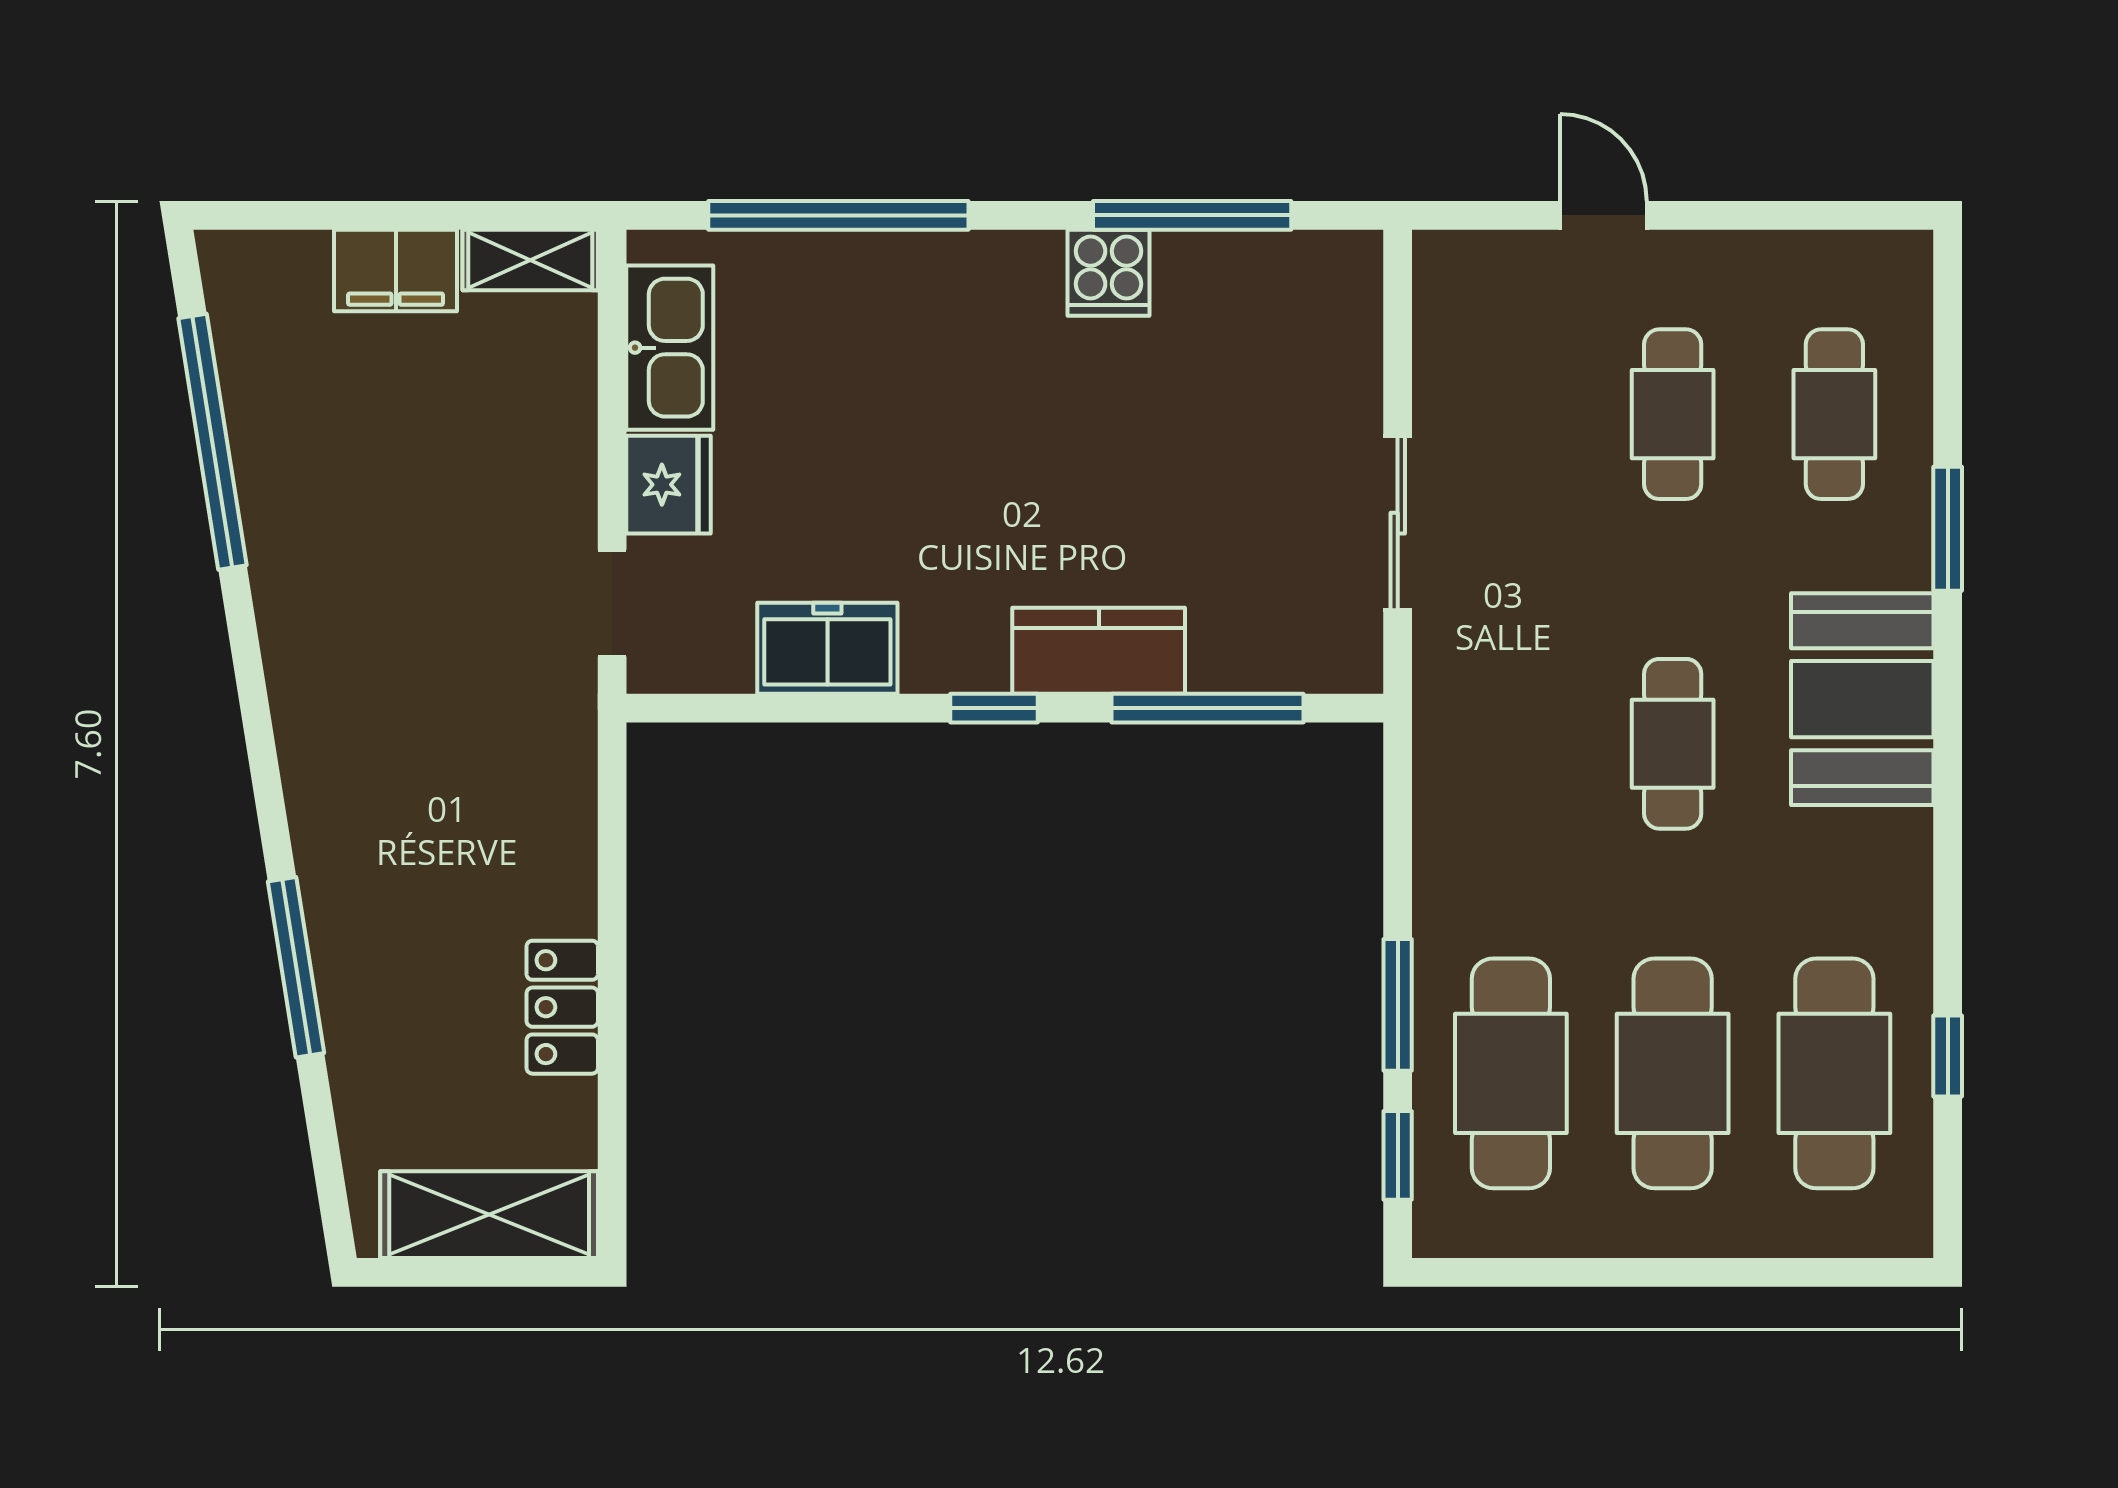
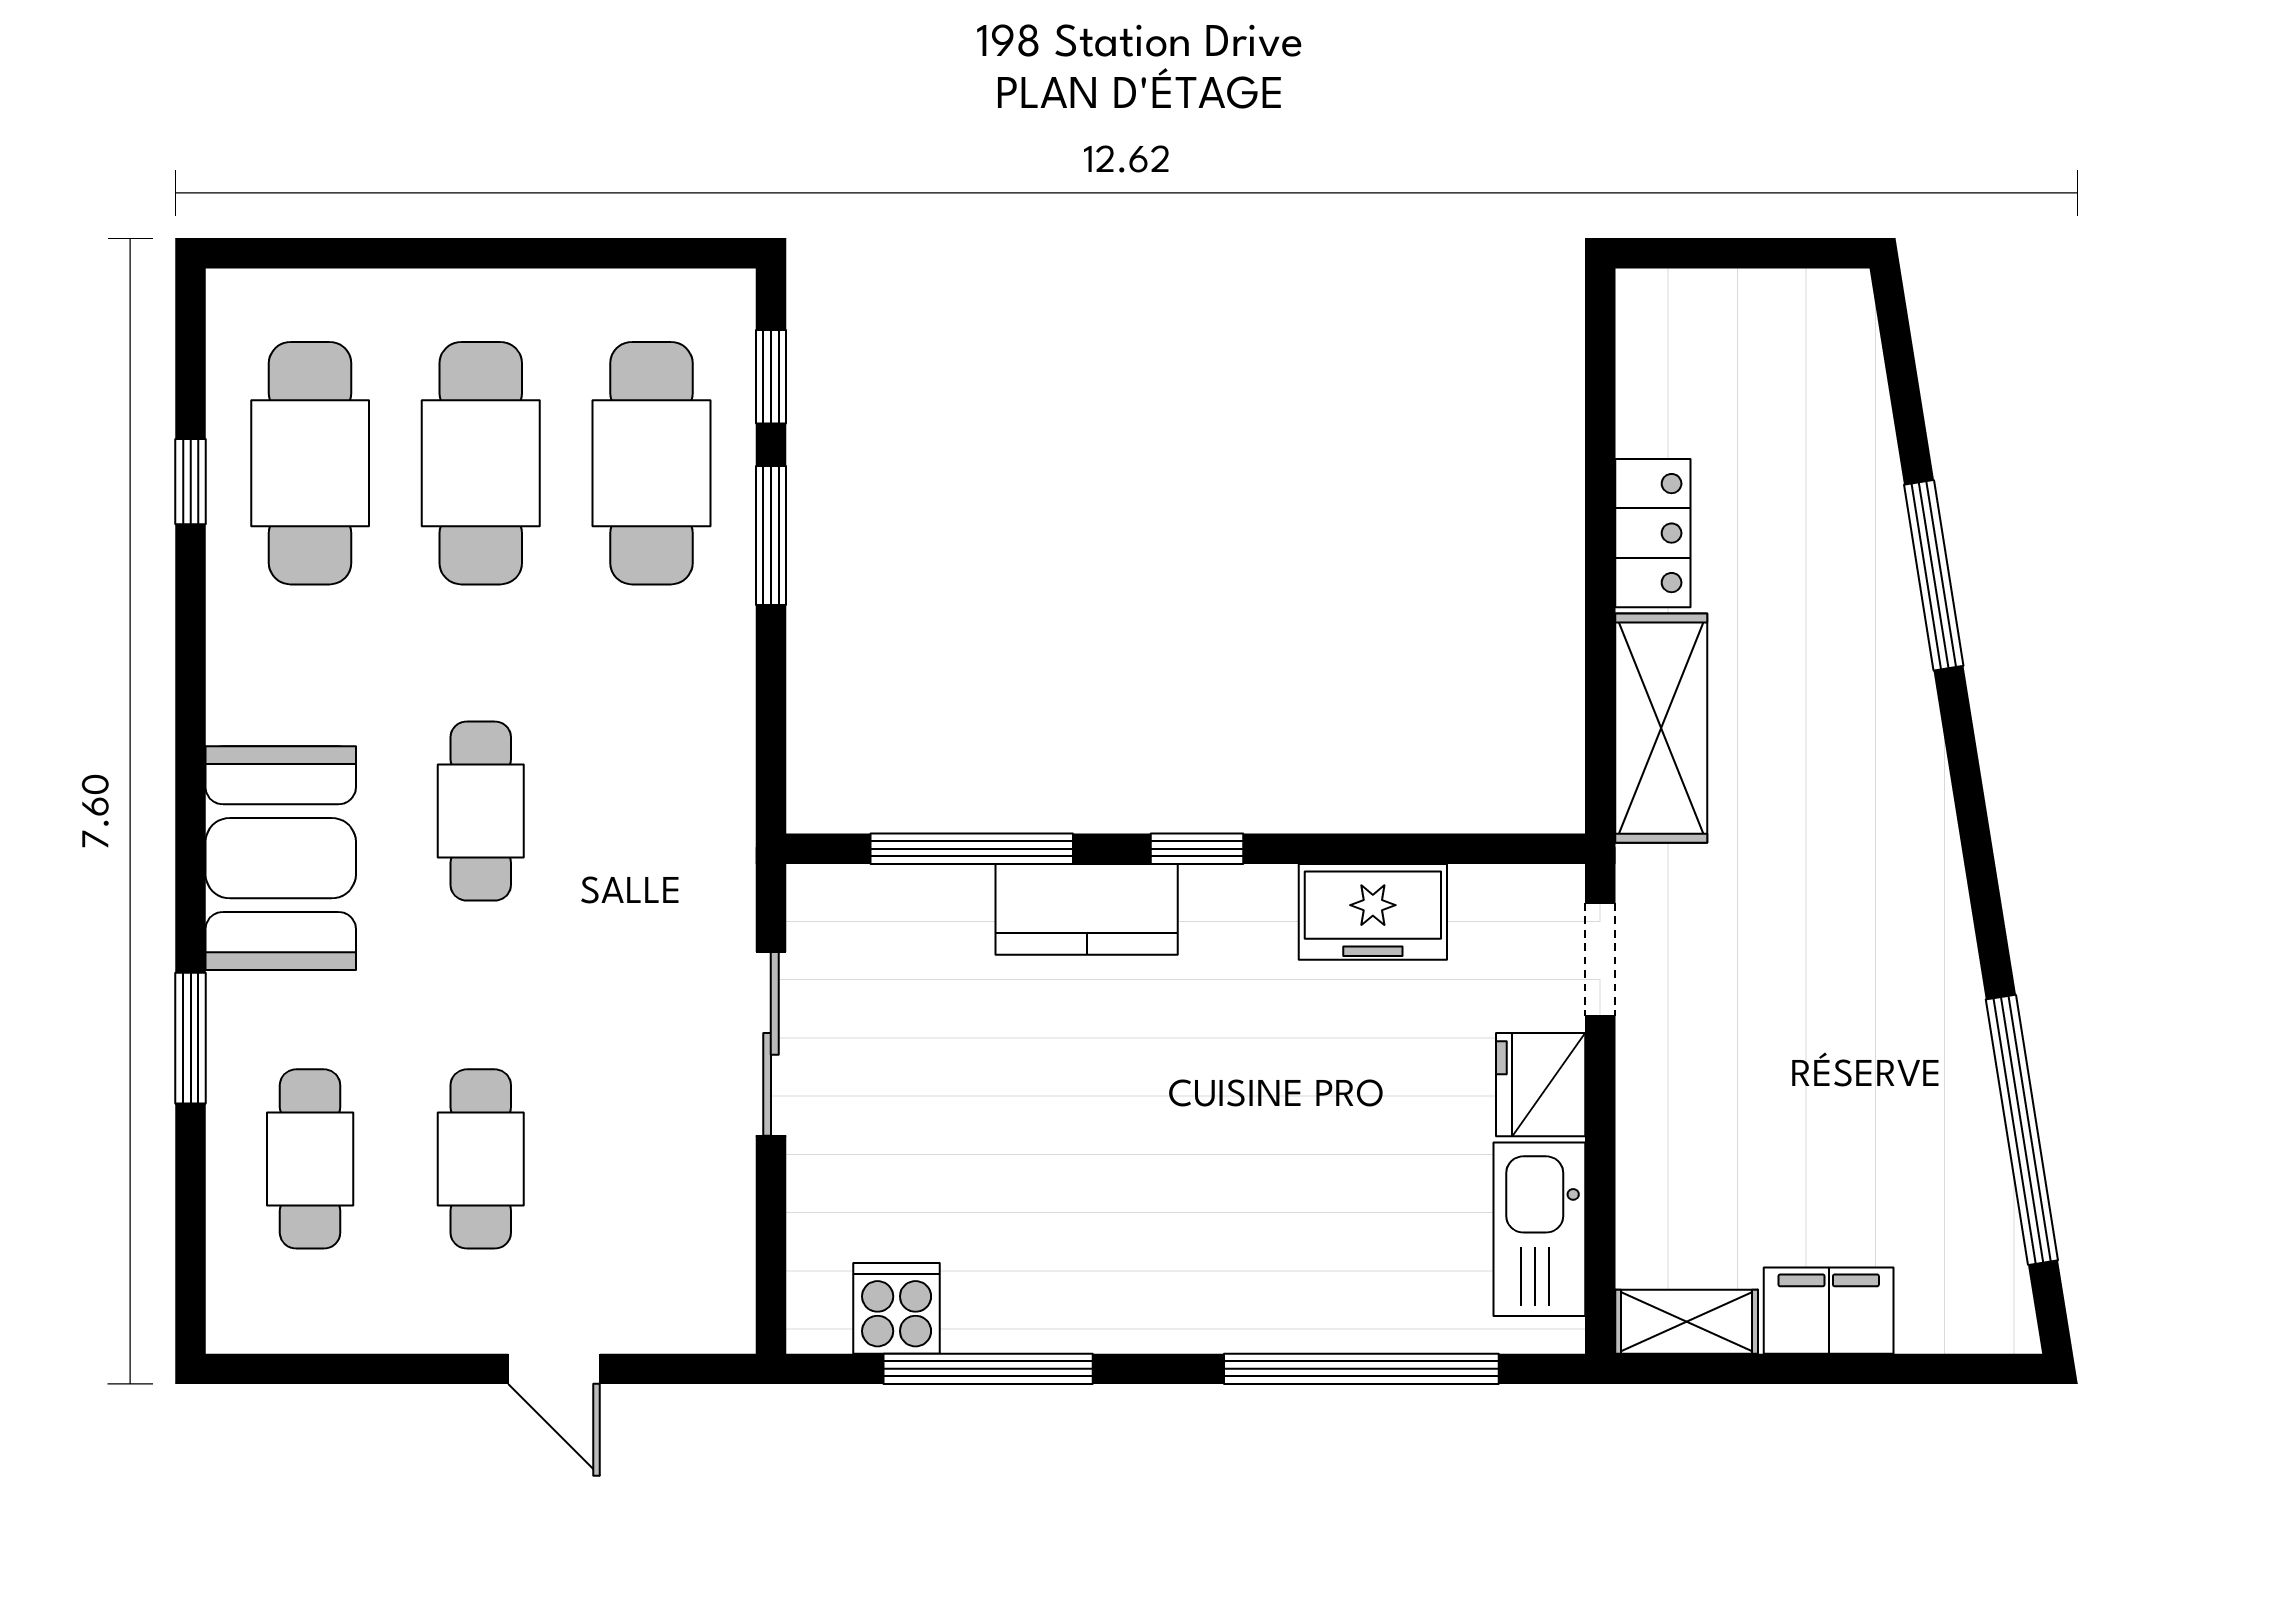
cooker: (1109, 273) -> (897, 1308), moved
shelving: (489, 1215) -> (1661, 728), moved, turned 90

